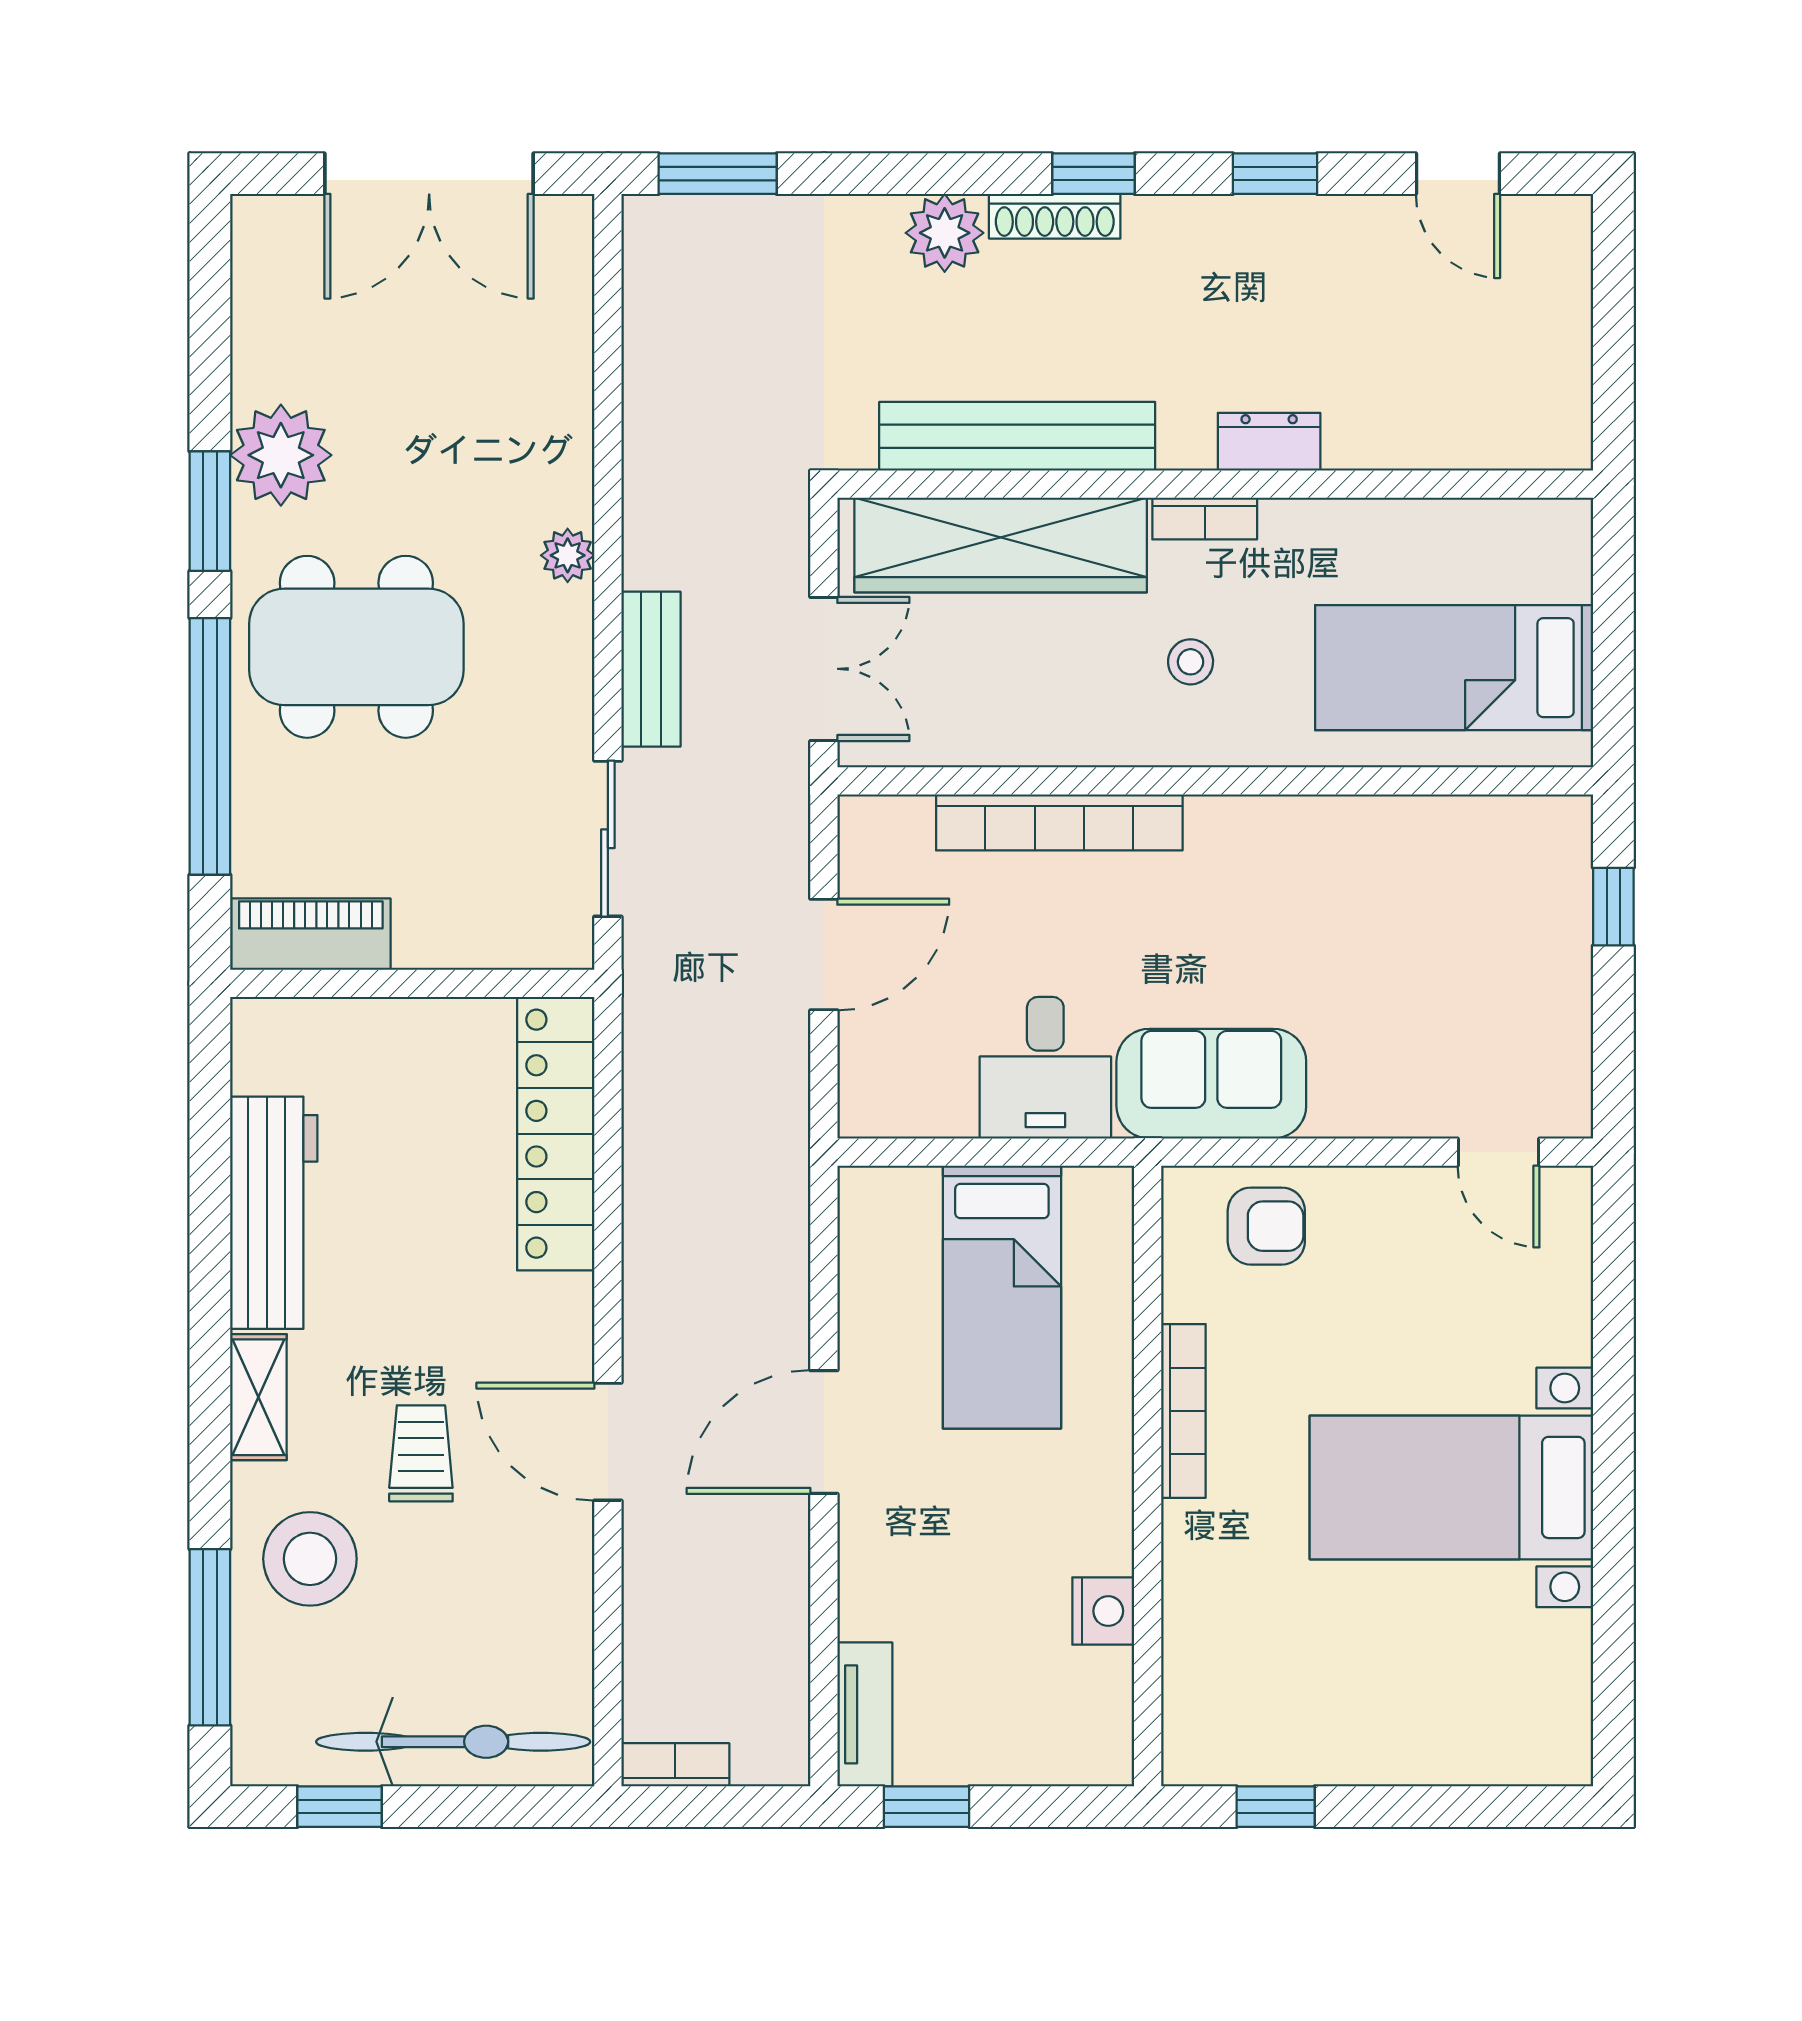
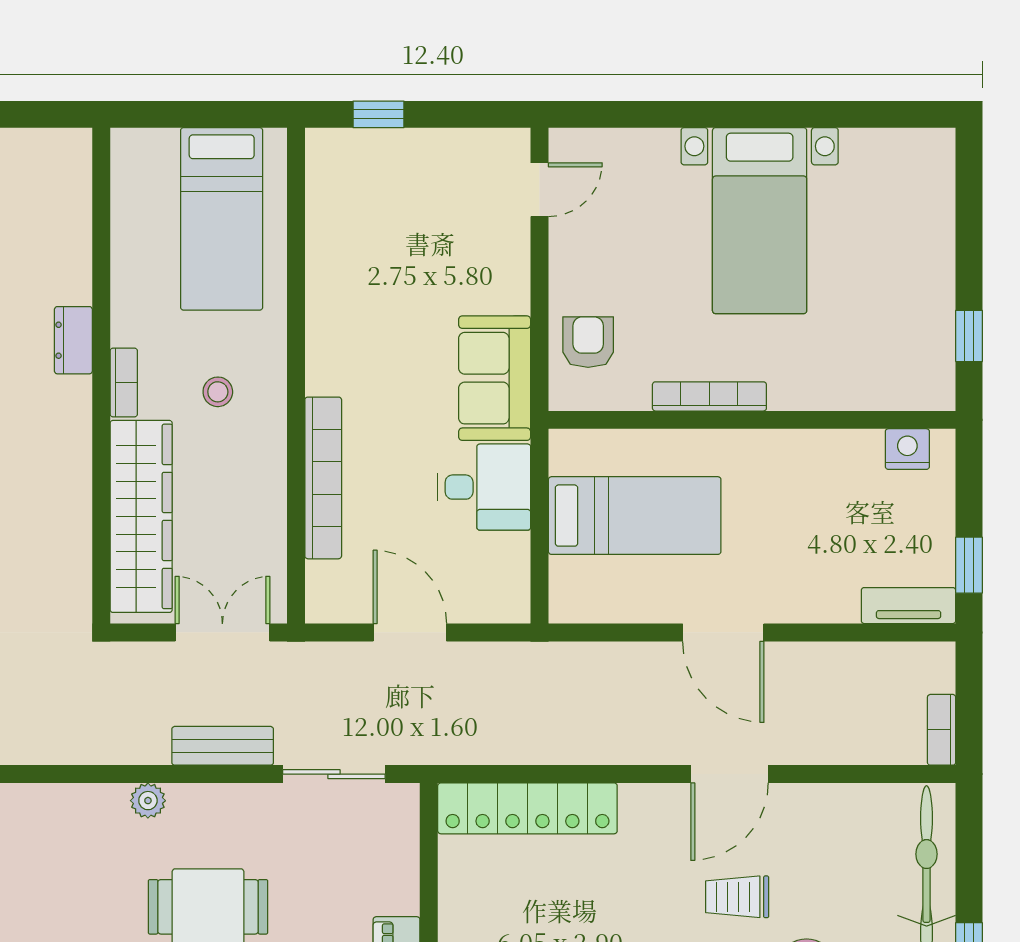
bench: (1017, 436) -> (70, 506), removed
nightstand: (1103, 1611) -> (907, 449), moved

